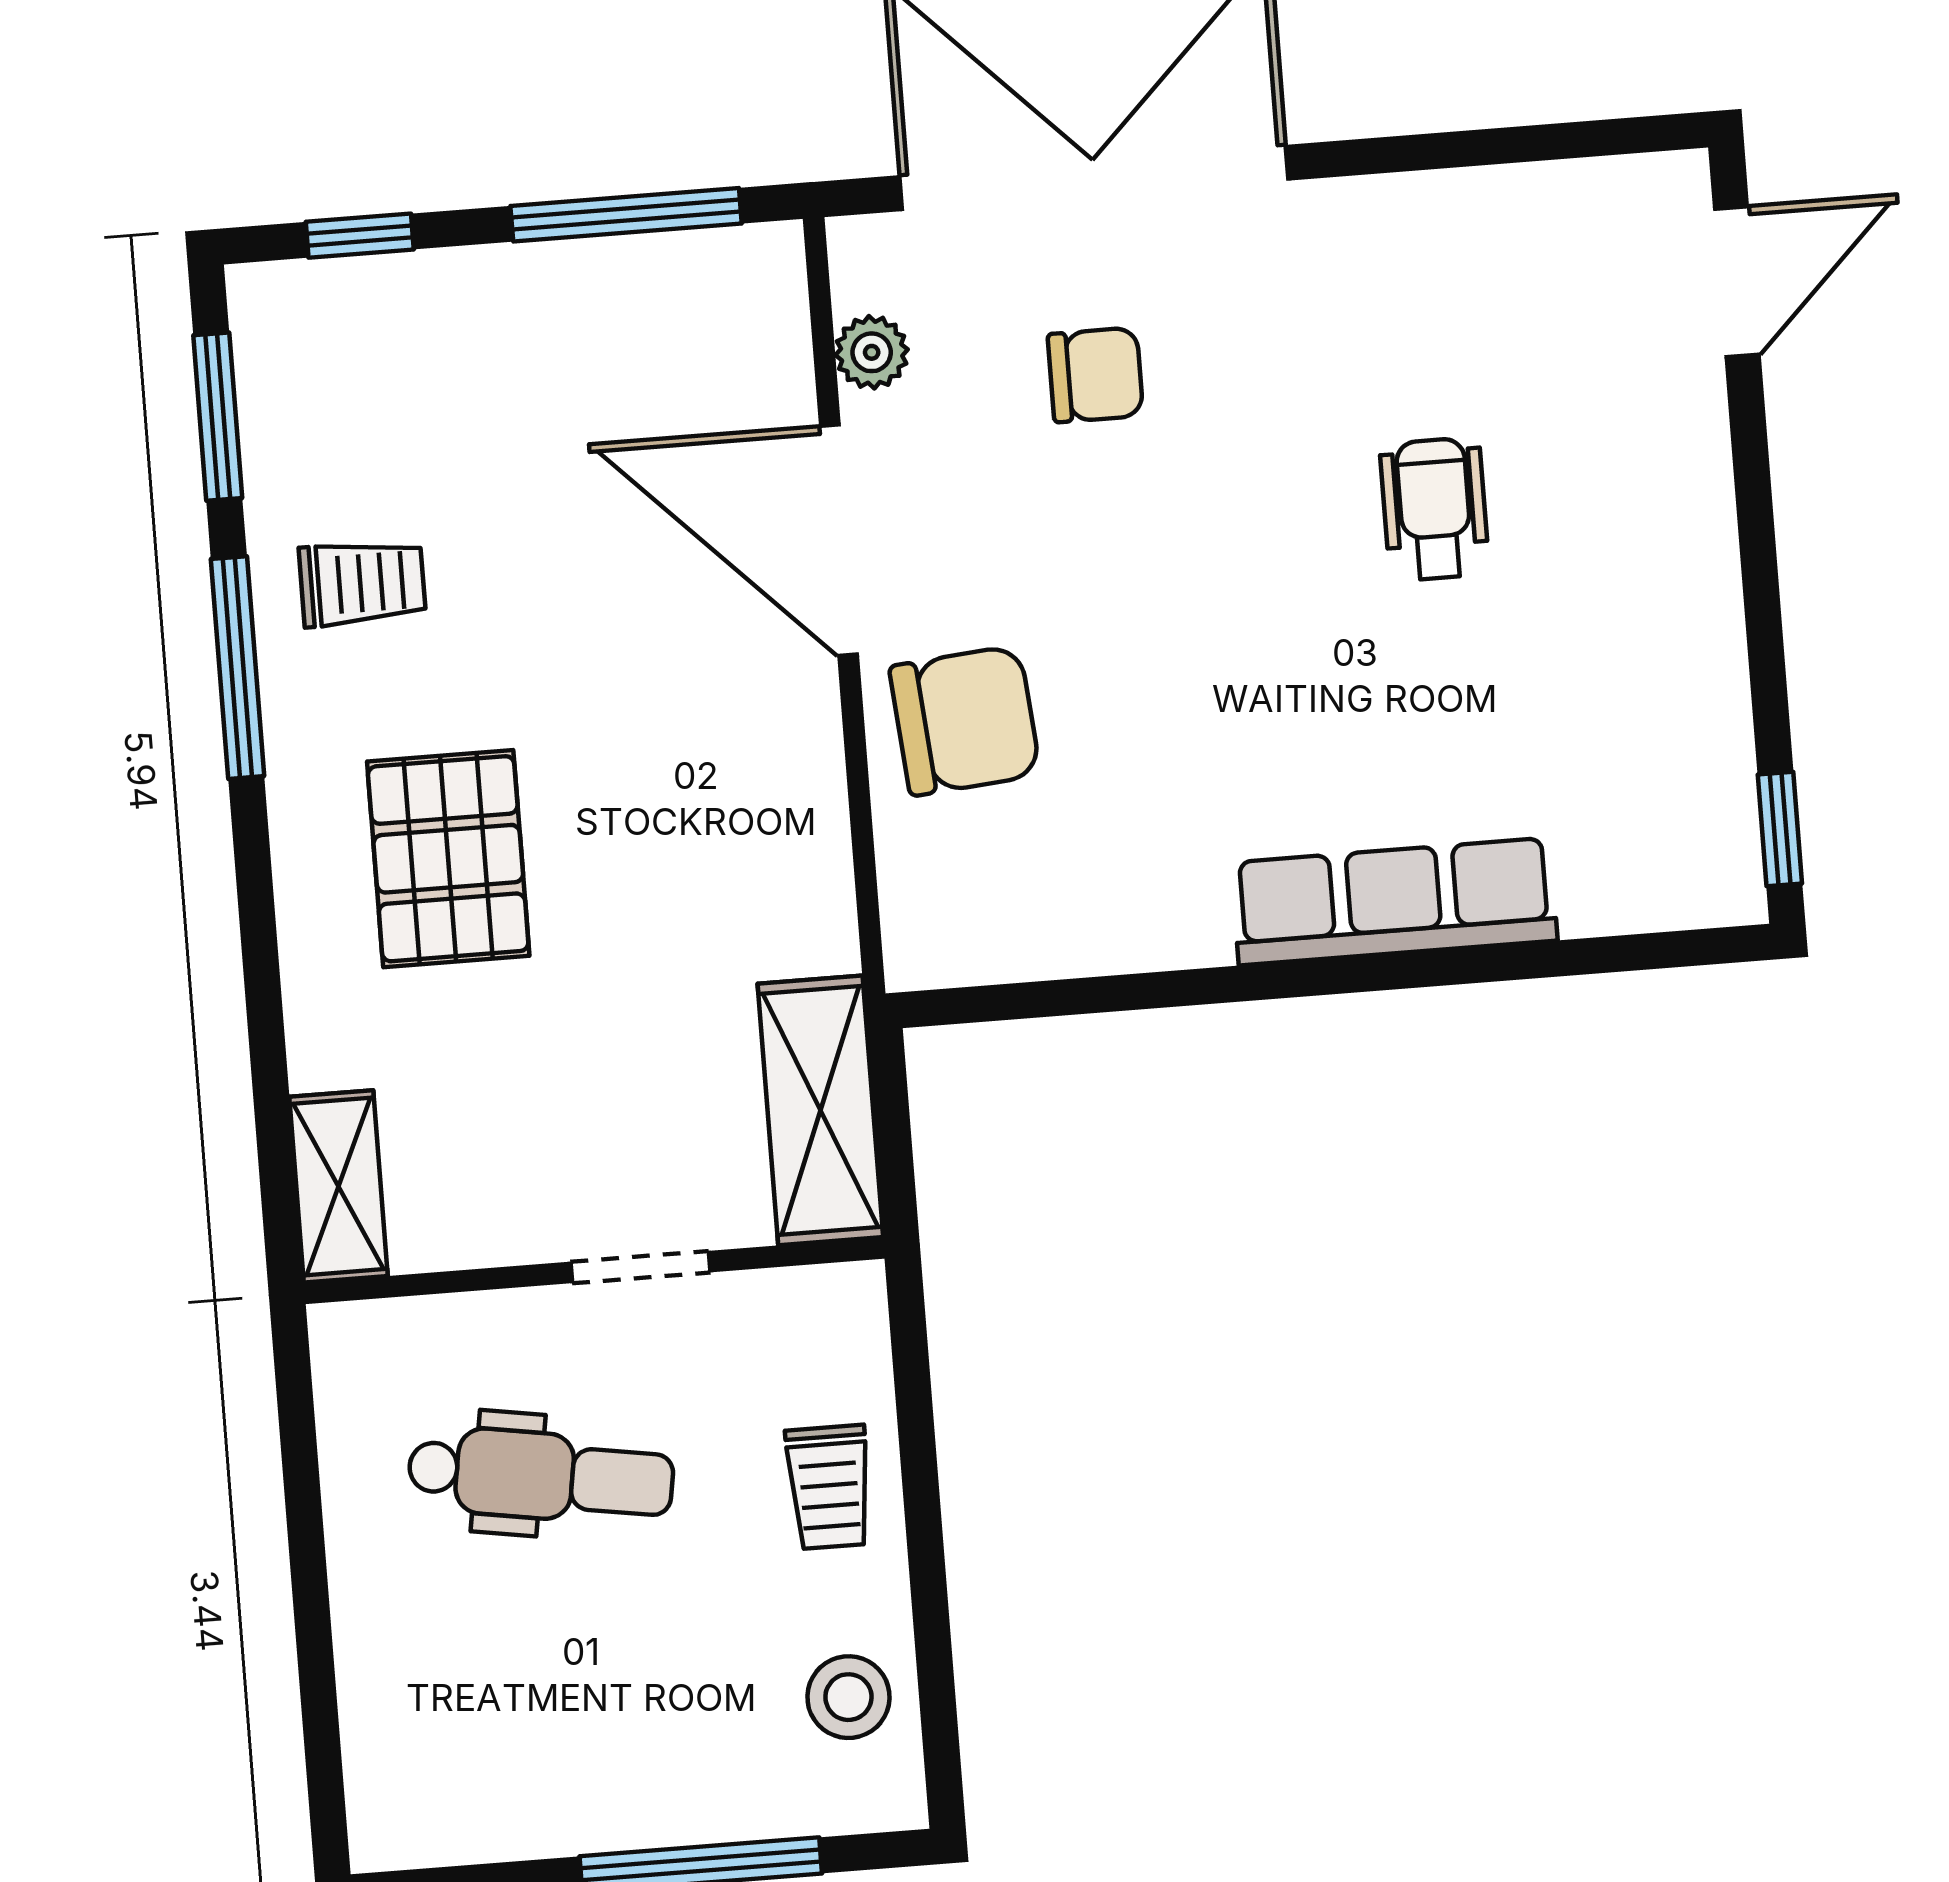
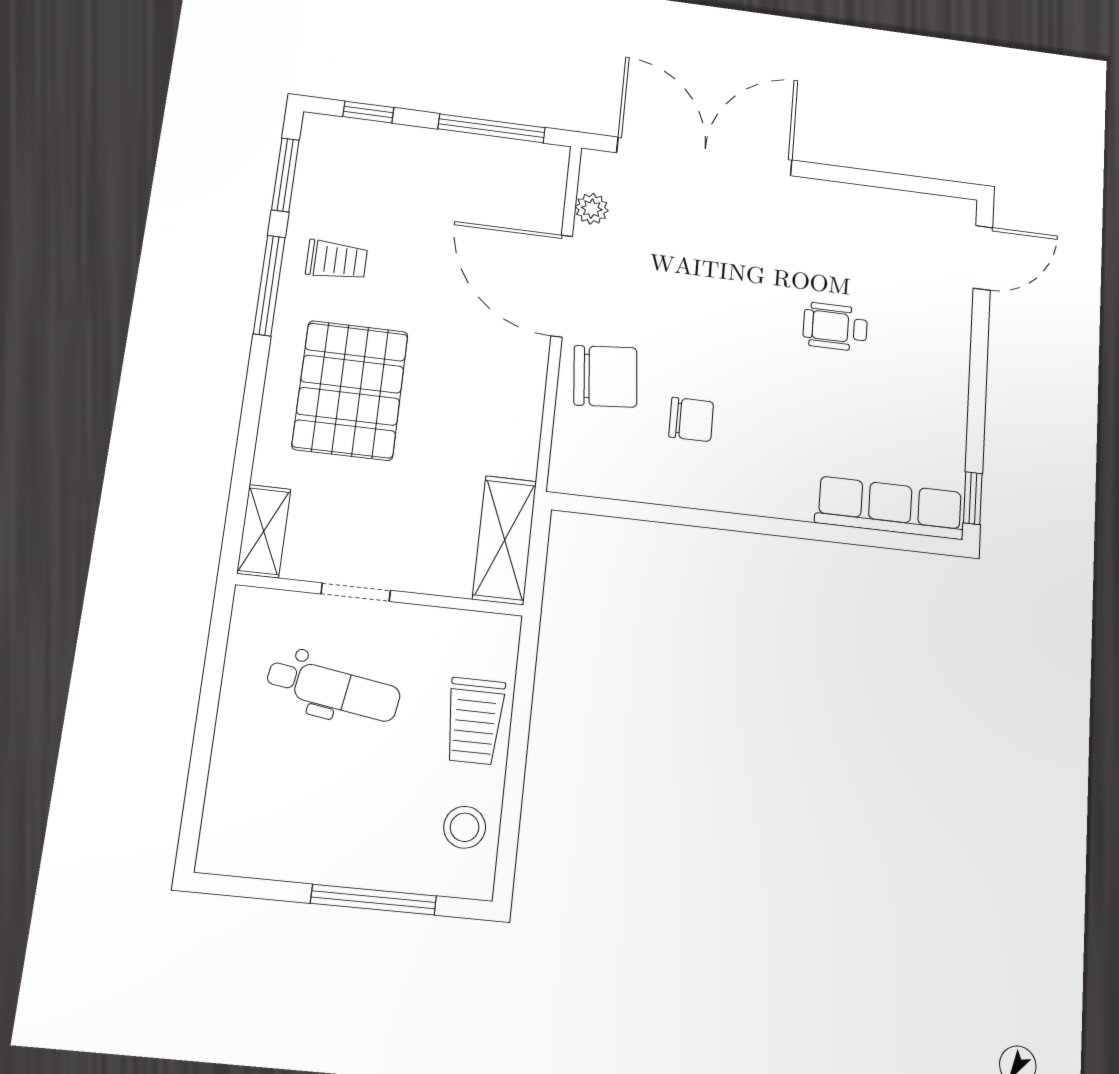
chair: (1095, 375) -> (691, 419), moved
wheelchair: (1435, 509) -> (835, 327), turned -90
pallet: (448, 859) -> (350, 390), width x1.37, depth x1.41
row of seats: (1394, 901) -> (890, 508), moved
doorway: (640, 1267) -> (356, 592), moved
trolley: (829, 1487) -> (475, 721), width x1.36, depth x1.39

